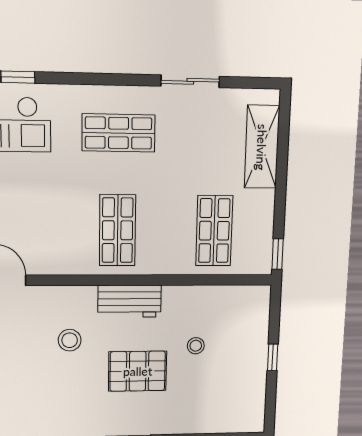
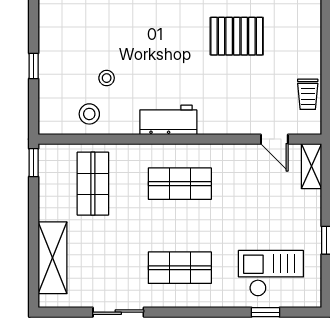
shop shelf: (118, 230) -> (180, 184), turned 90
stool: (70, 340) -> (89, 114), moved
pallet: (138, 371) -> (237, 36), moved

